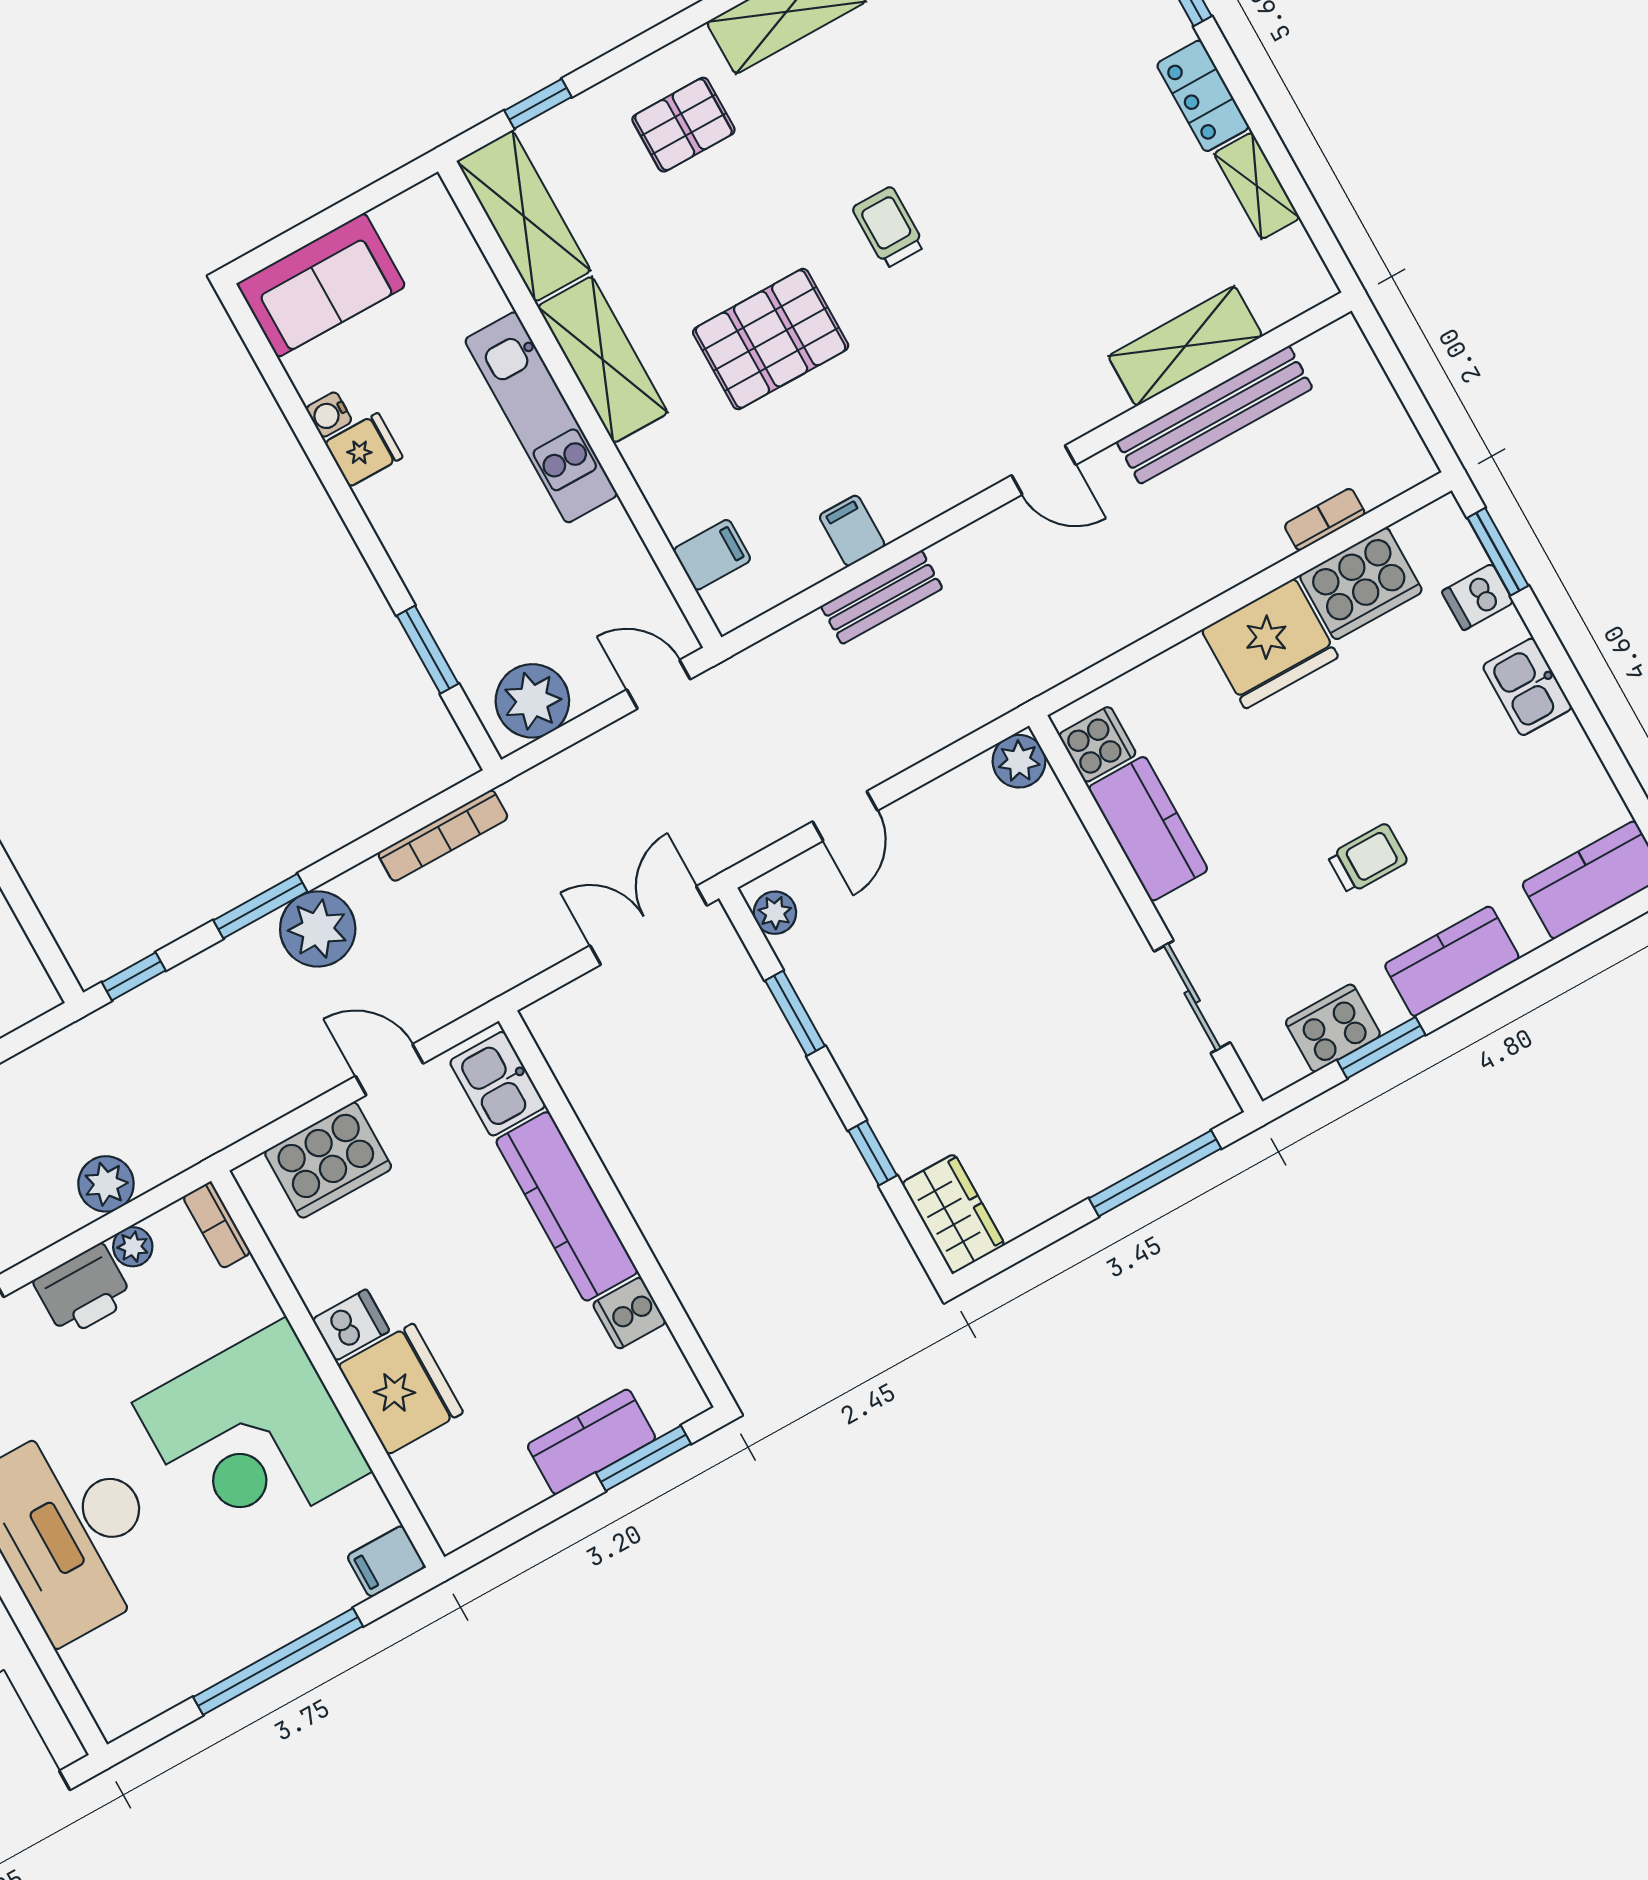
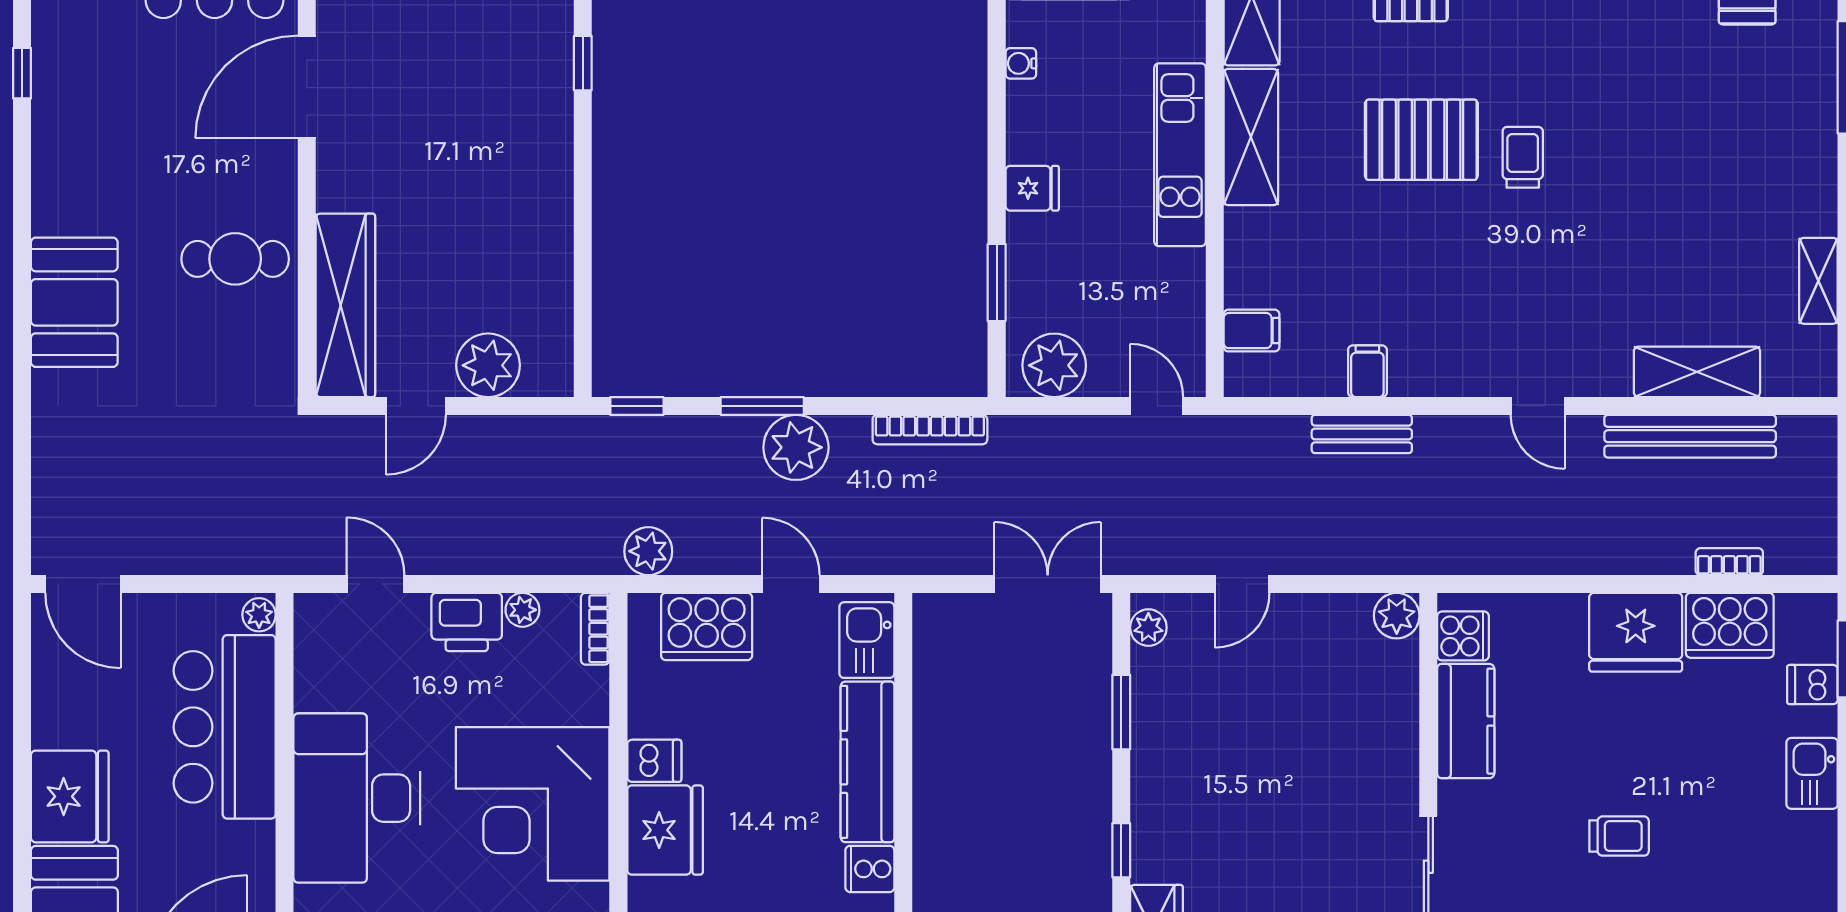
locker: (1203, 96) -> (1815, 190), removed
pallet: (771, 339) -> (1421, 140), moved
fridge: (364, 450) -> (1032, 188), moved
plant: (106, 1184) -> (648, 551), moved

